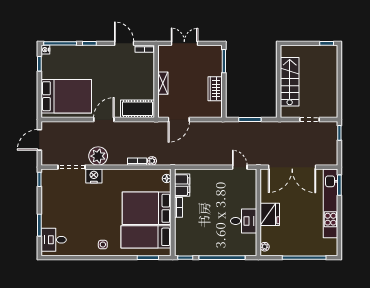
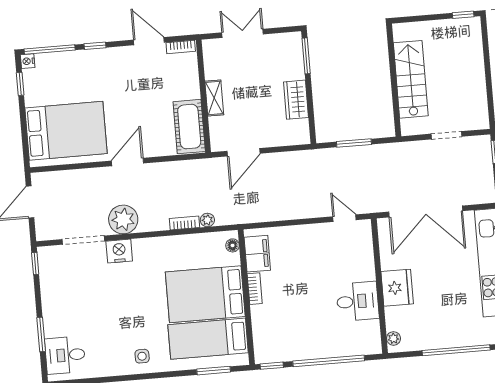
cot: (137, 109) -> (189, 127), moved, turned 90

